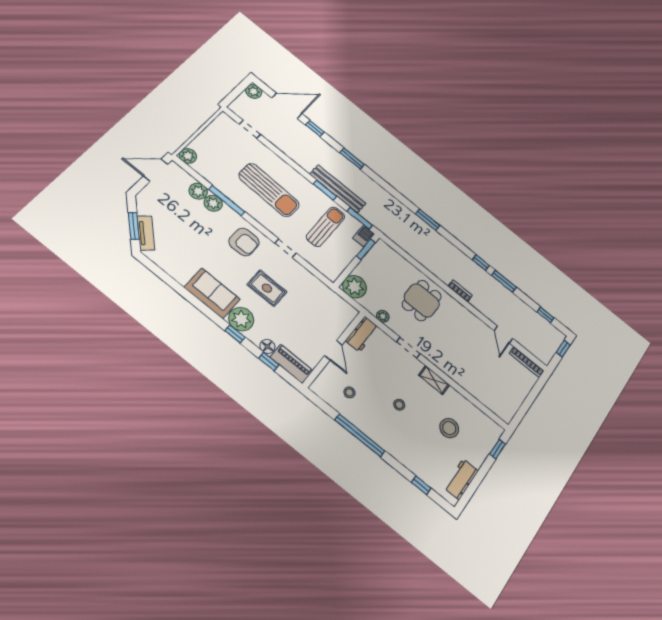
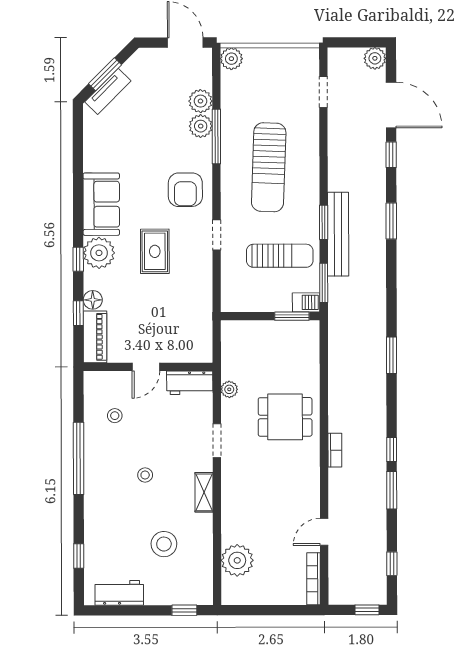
plant: (355, 287) -> (237, 560), moved

